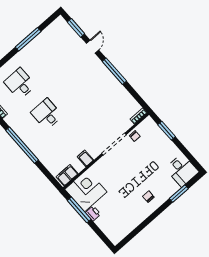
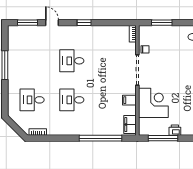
window: (114, 71) -> (84, 23), width x0.46
desk: (77, 88) -> (72, 61), added
window: (22, 145) -> (100, 138), moved
corner desk: (86, 191) -> (153, 103), moved, turned 90

